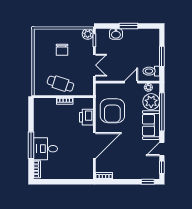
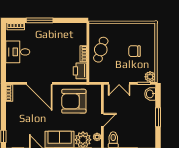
washbasin: (116, 34) -> (150, 94), moved
door: (131, 82) -> (102, 120), hinge flipped
printer: (86, 117) -> (80, 71), moved, turned -90
desk: (45, 149) -> (18, 52), moved, turned -90

